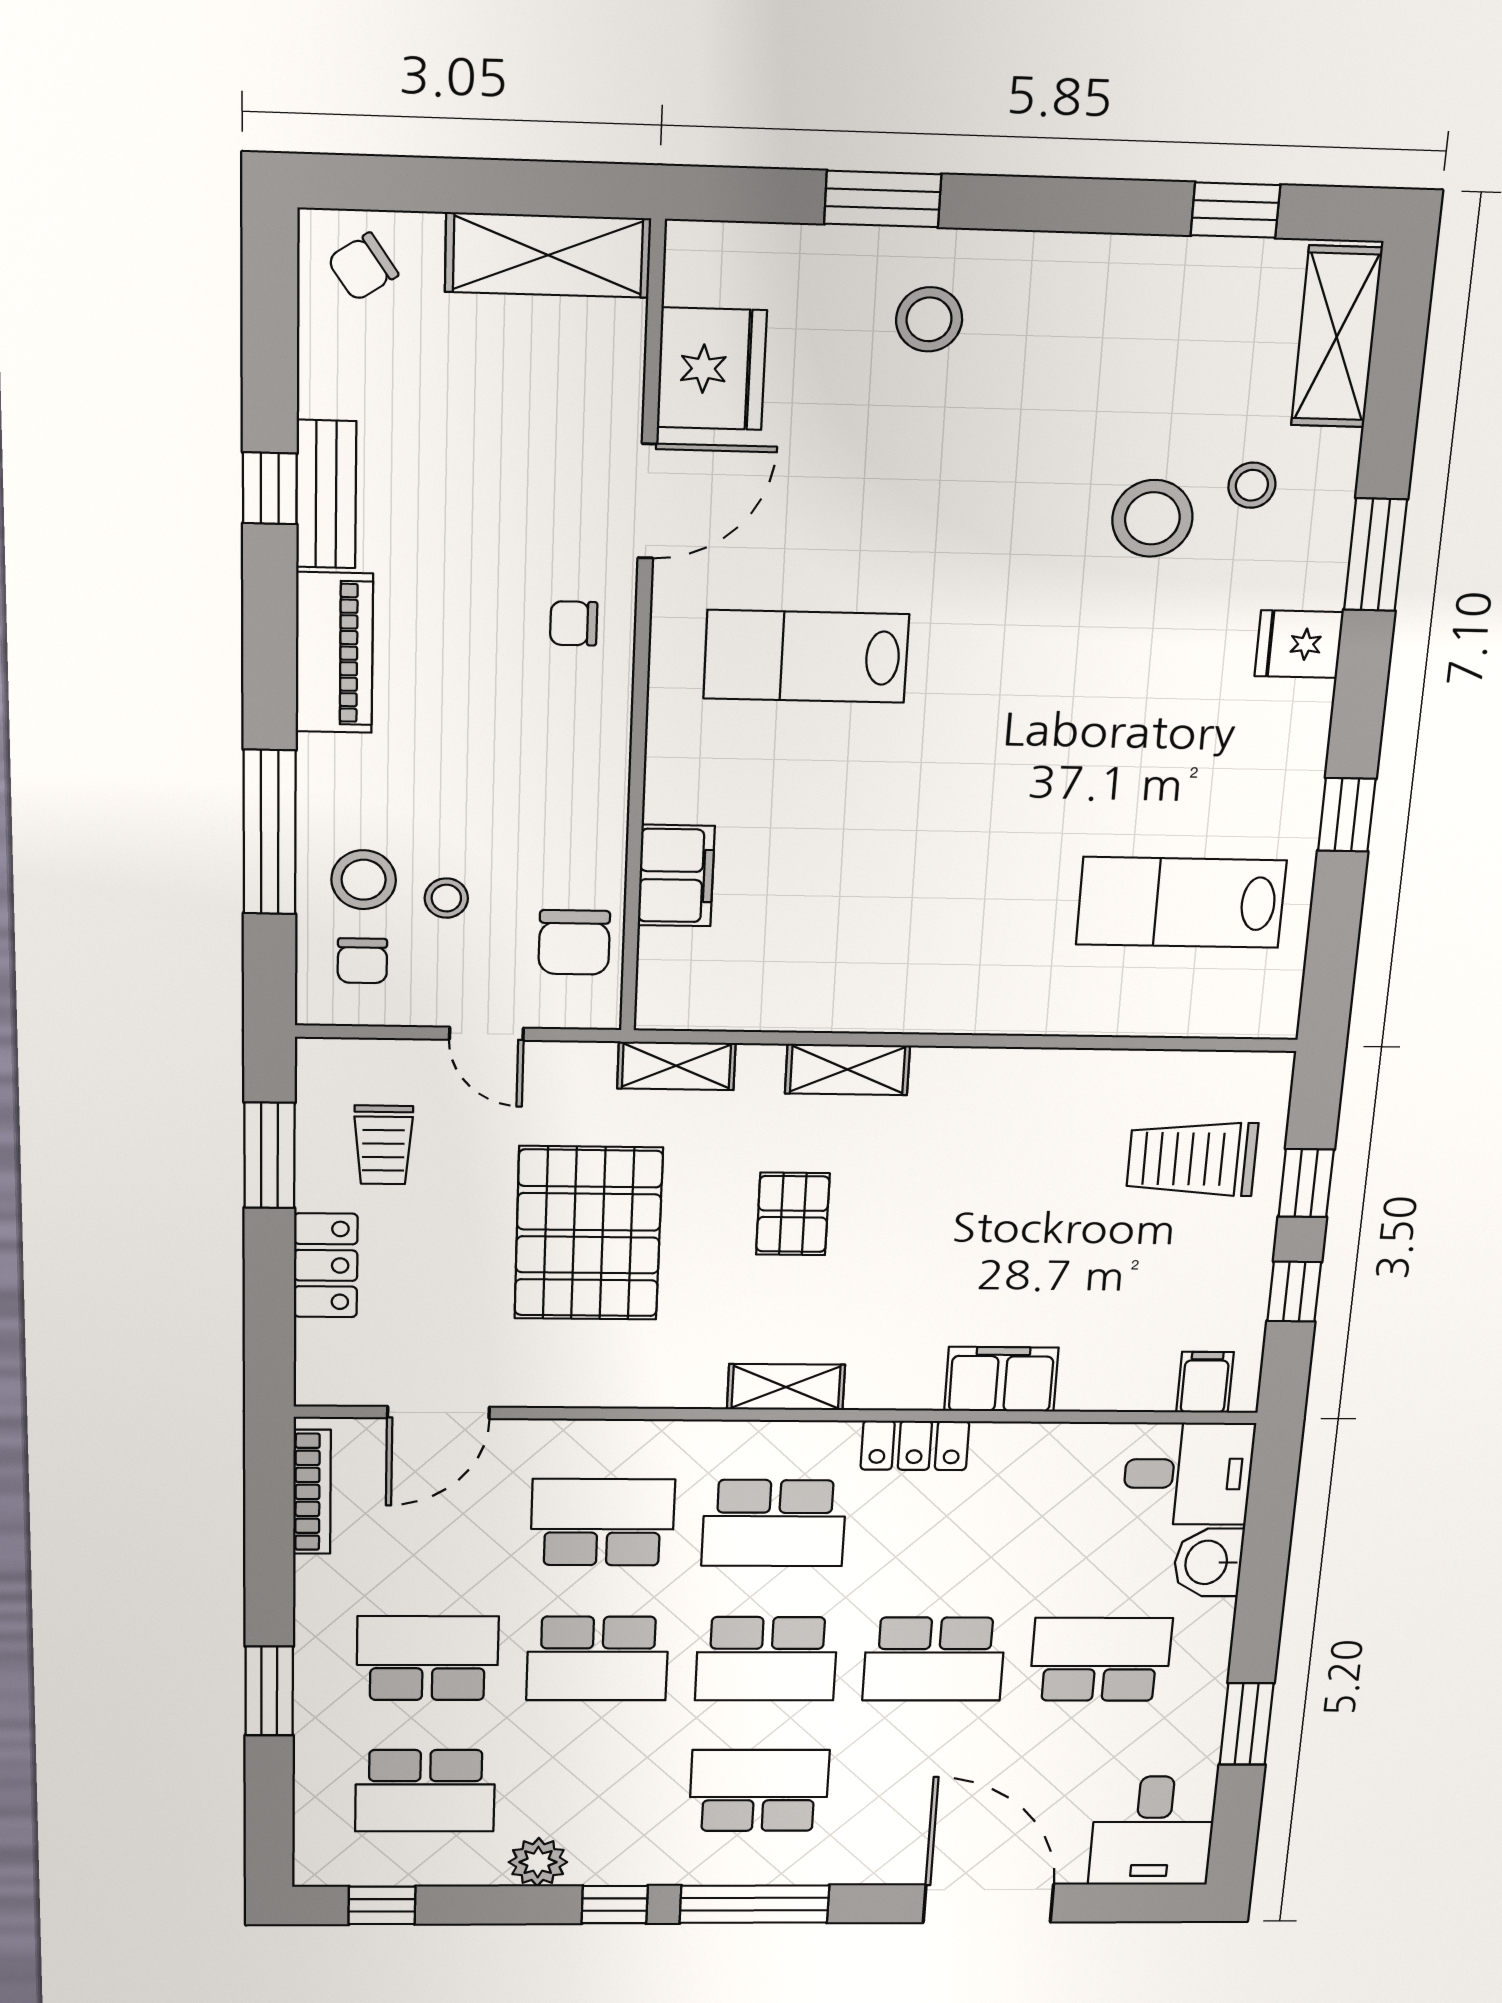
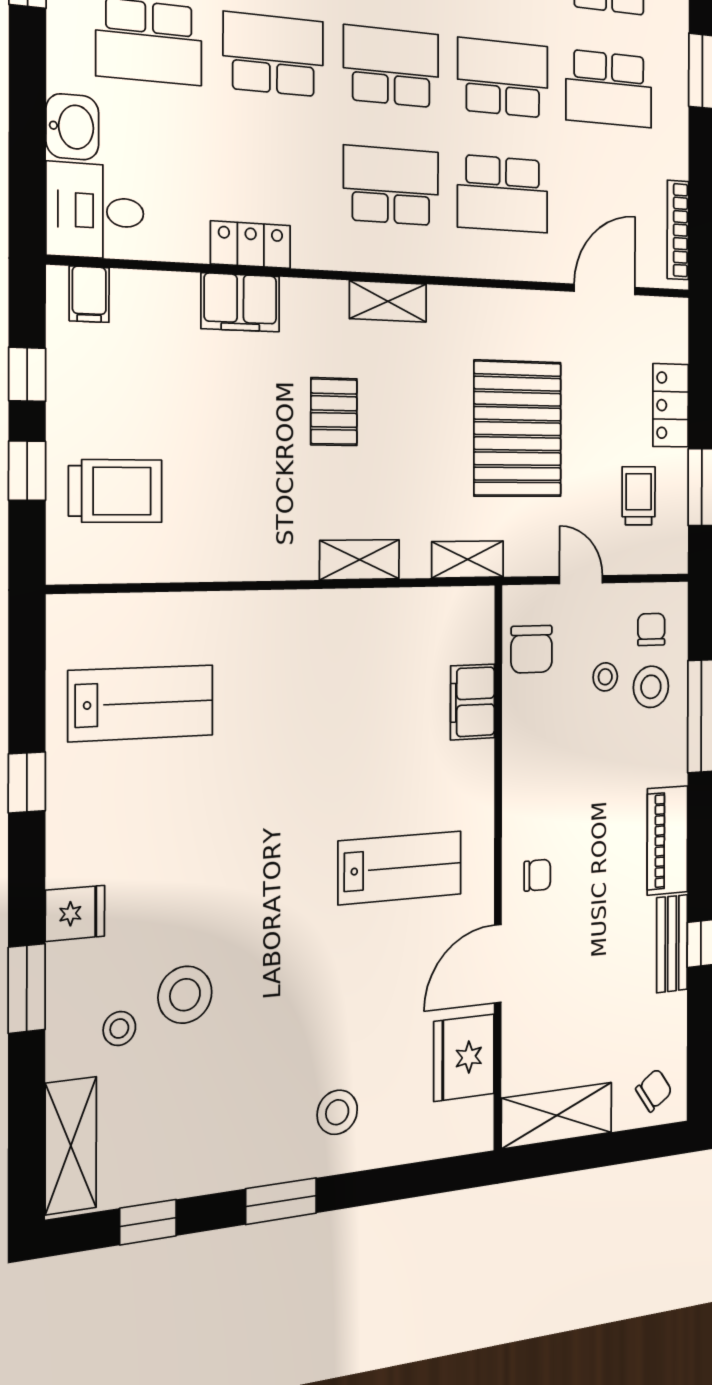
window: (883, 199) -> (281, 1201), moved
chair: (574, 942) -> (532, 649), turned 180
pallet: (793, 1214) -> (334, 412), moved
locker: (915, 1445) -> (251, 245), moved

